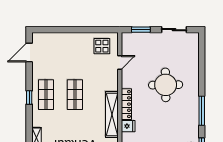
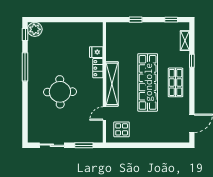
shop shelf: (75, 95) -> (148, 82), width x2.00, depth x1.36
window: (29, 97) -> (192, 61), moved
locker: (126, 104) -> (98, 68), width x0.66
shelving: (112, 114) -> (112, 84), moved

